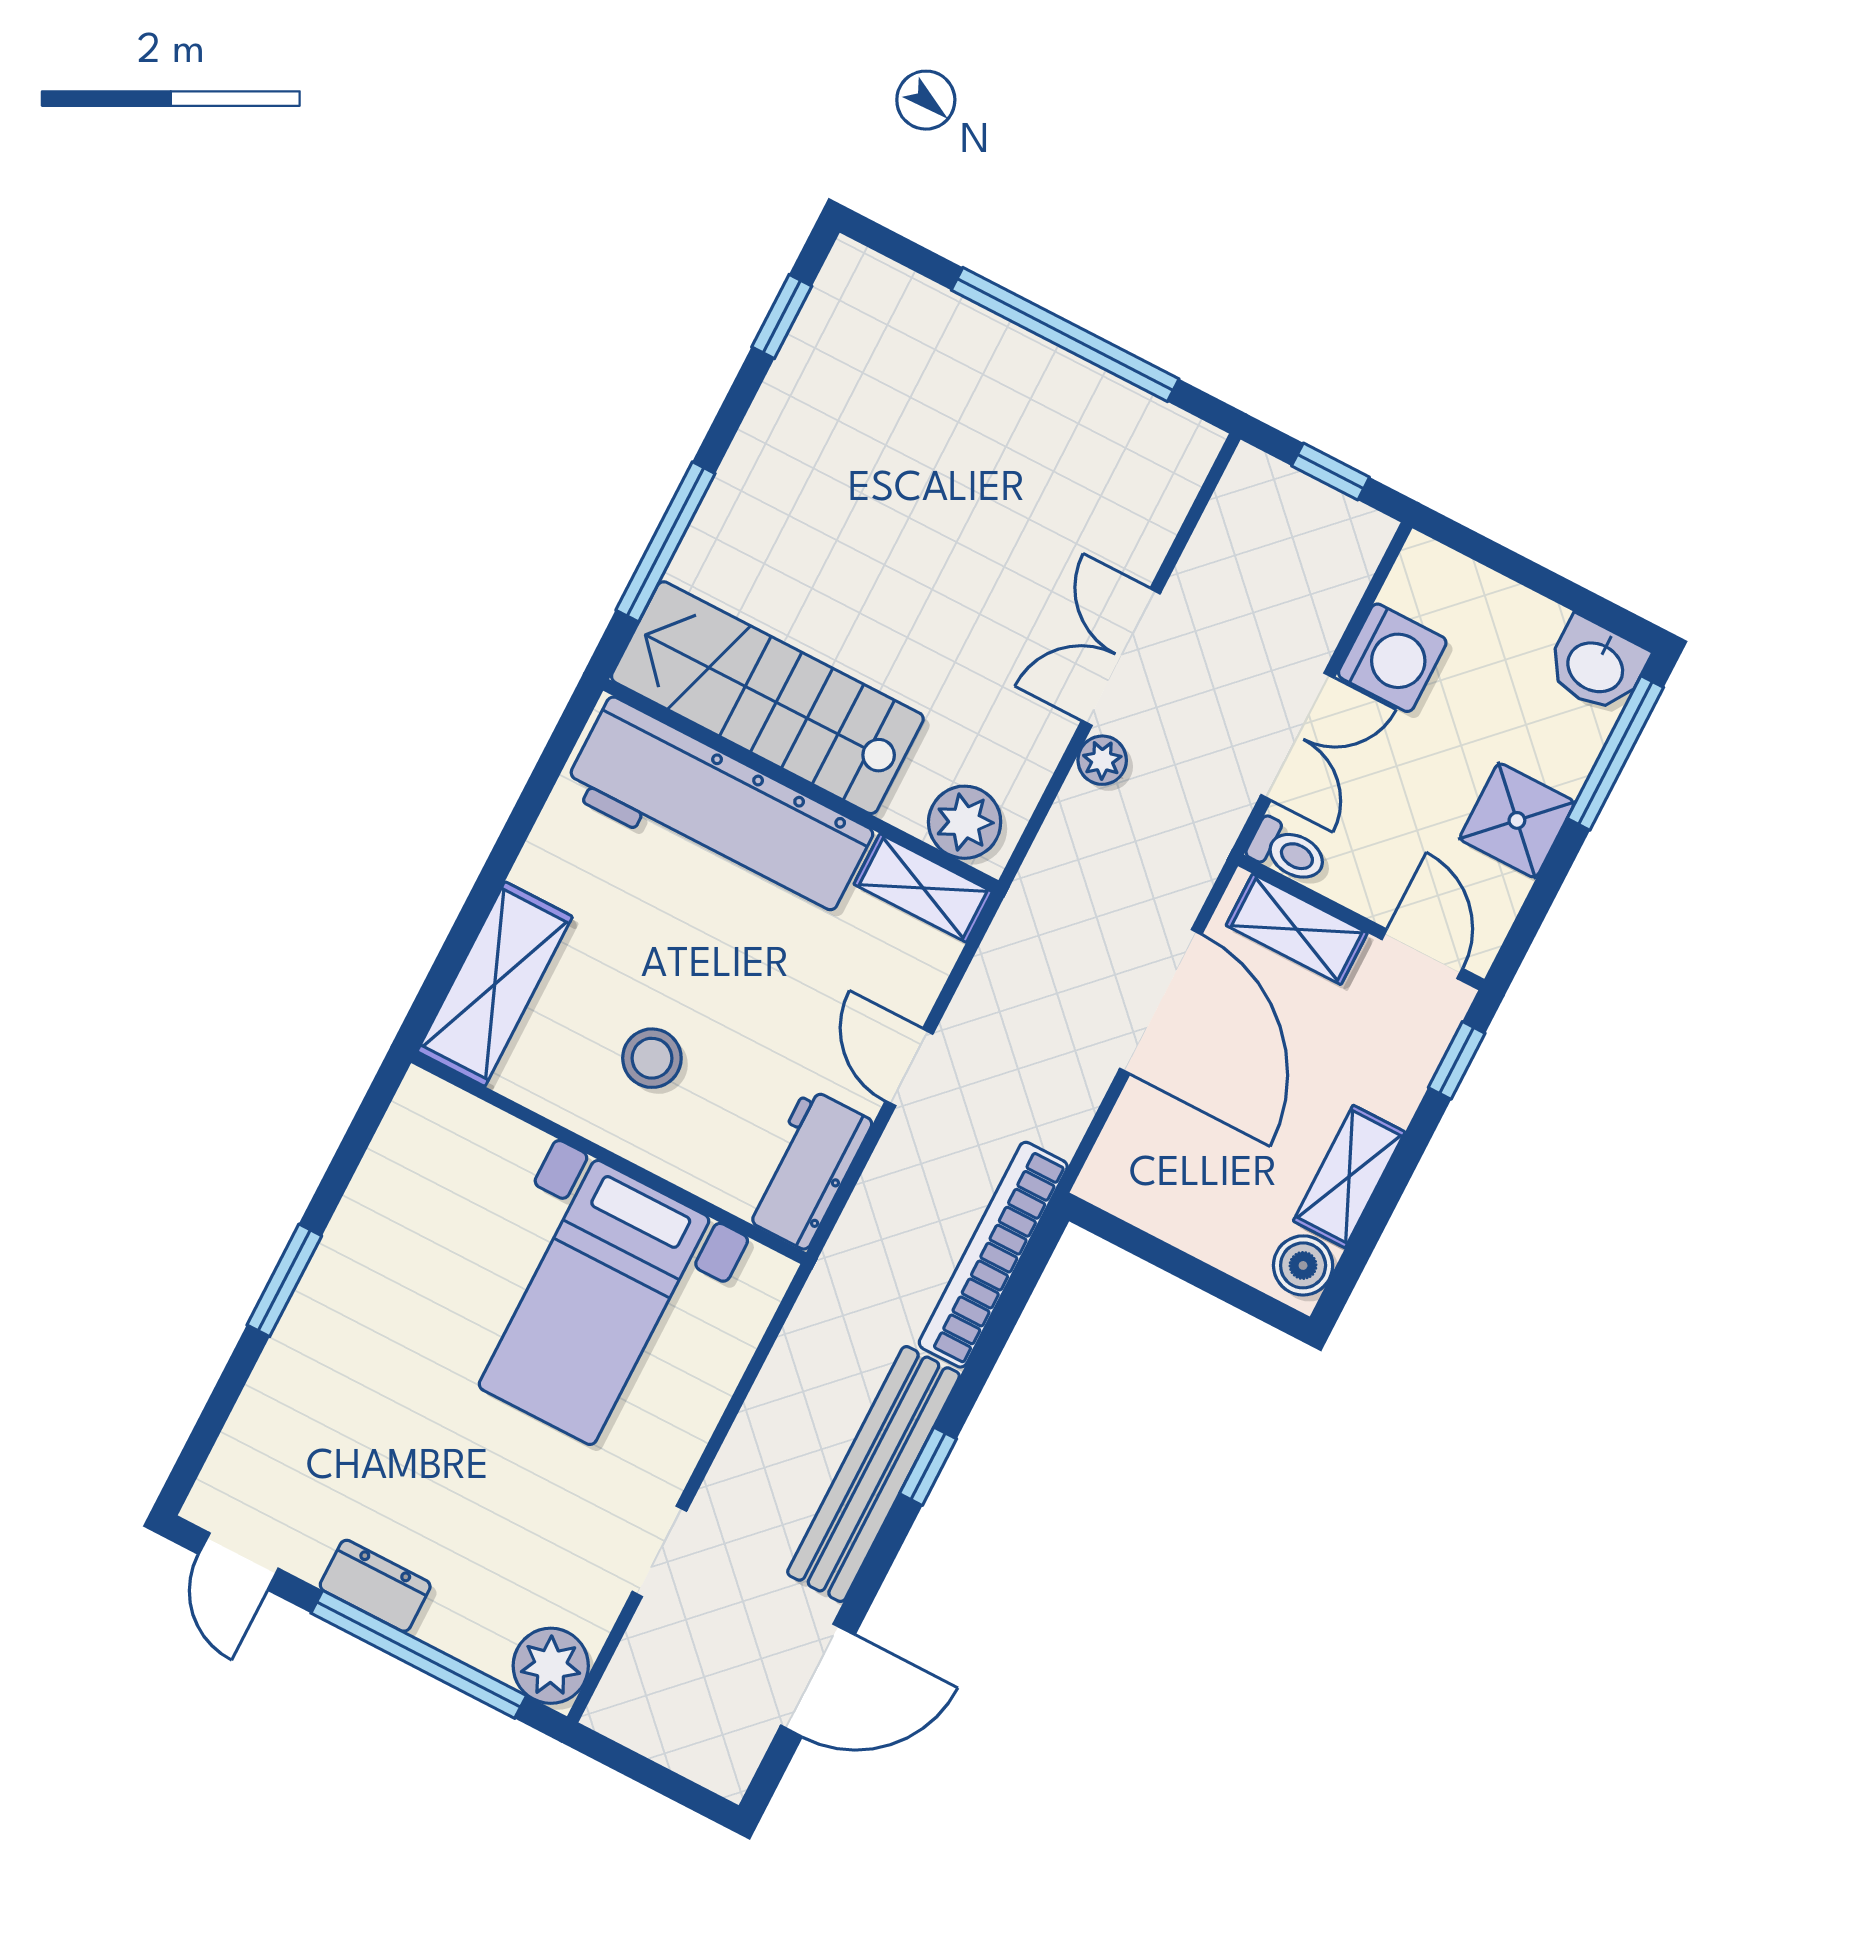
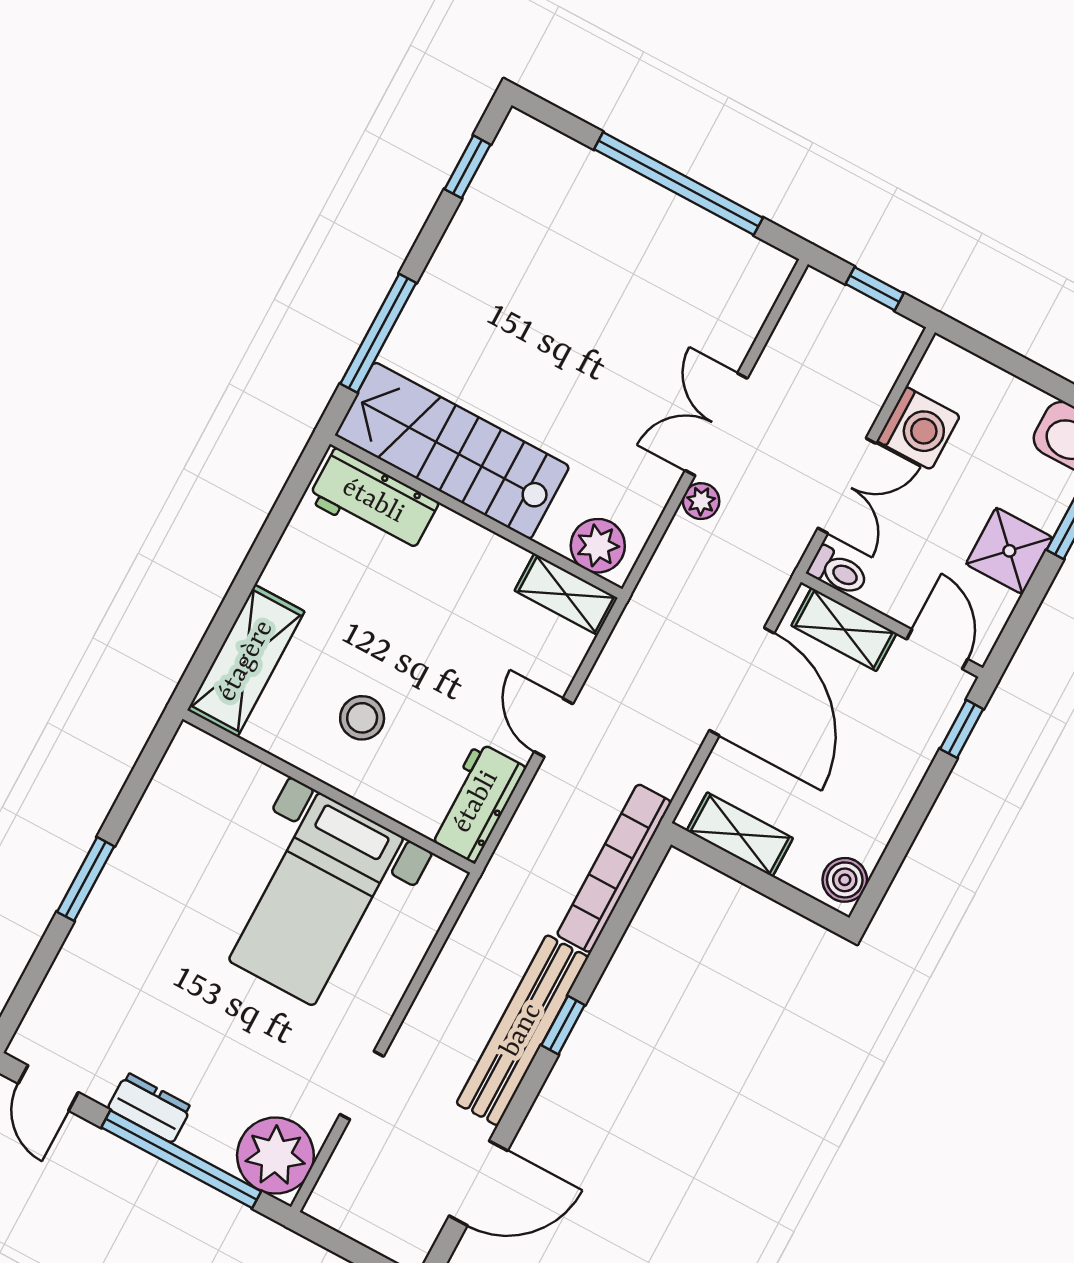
workbench: (718, 811) -> (373, 501), width x0.53, depth x0.76
shelving: (1349, 1177) -> (740, 834), moved, turned 90
plant: (551, 1666) -> (275, 1156), width x1.36, depth x1.36

